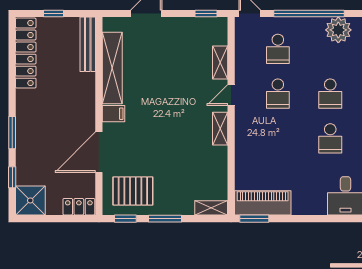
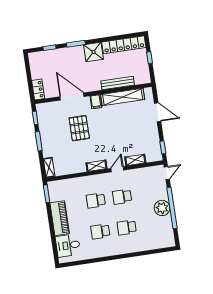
plant: (338, 30) -> (162, 208), moved
bench: (88, 44) -> (118, 83), moved
school desk: (278, 49) -> (96, 201), moved
door: (231, 95) -> (117, 169), hinge flipped
pallet: (133, 191) -> (79, 128), moved
shower: (30, 200) -> (94, 52), moved
piano: (263, 203) -> (60, 218), moved

